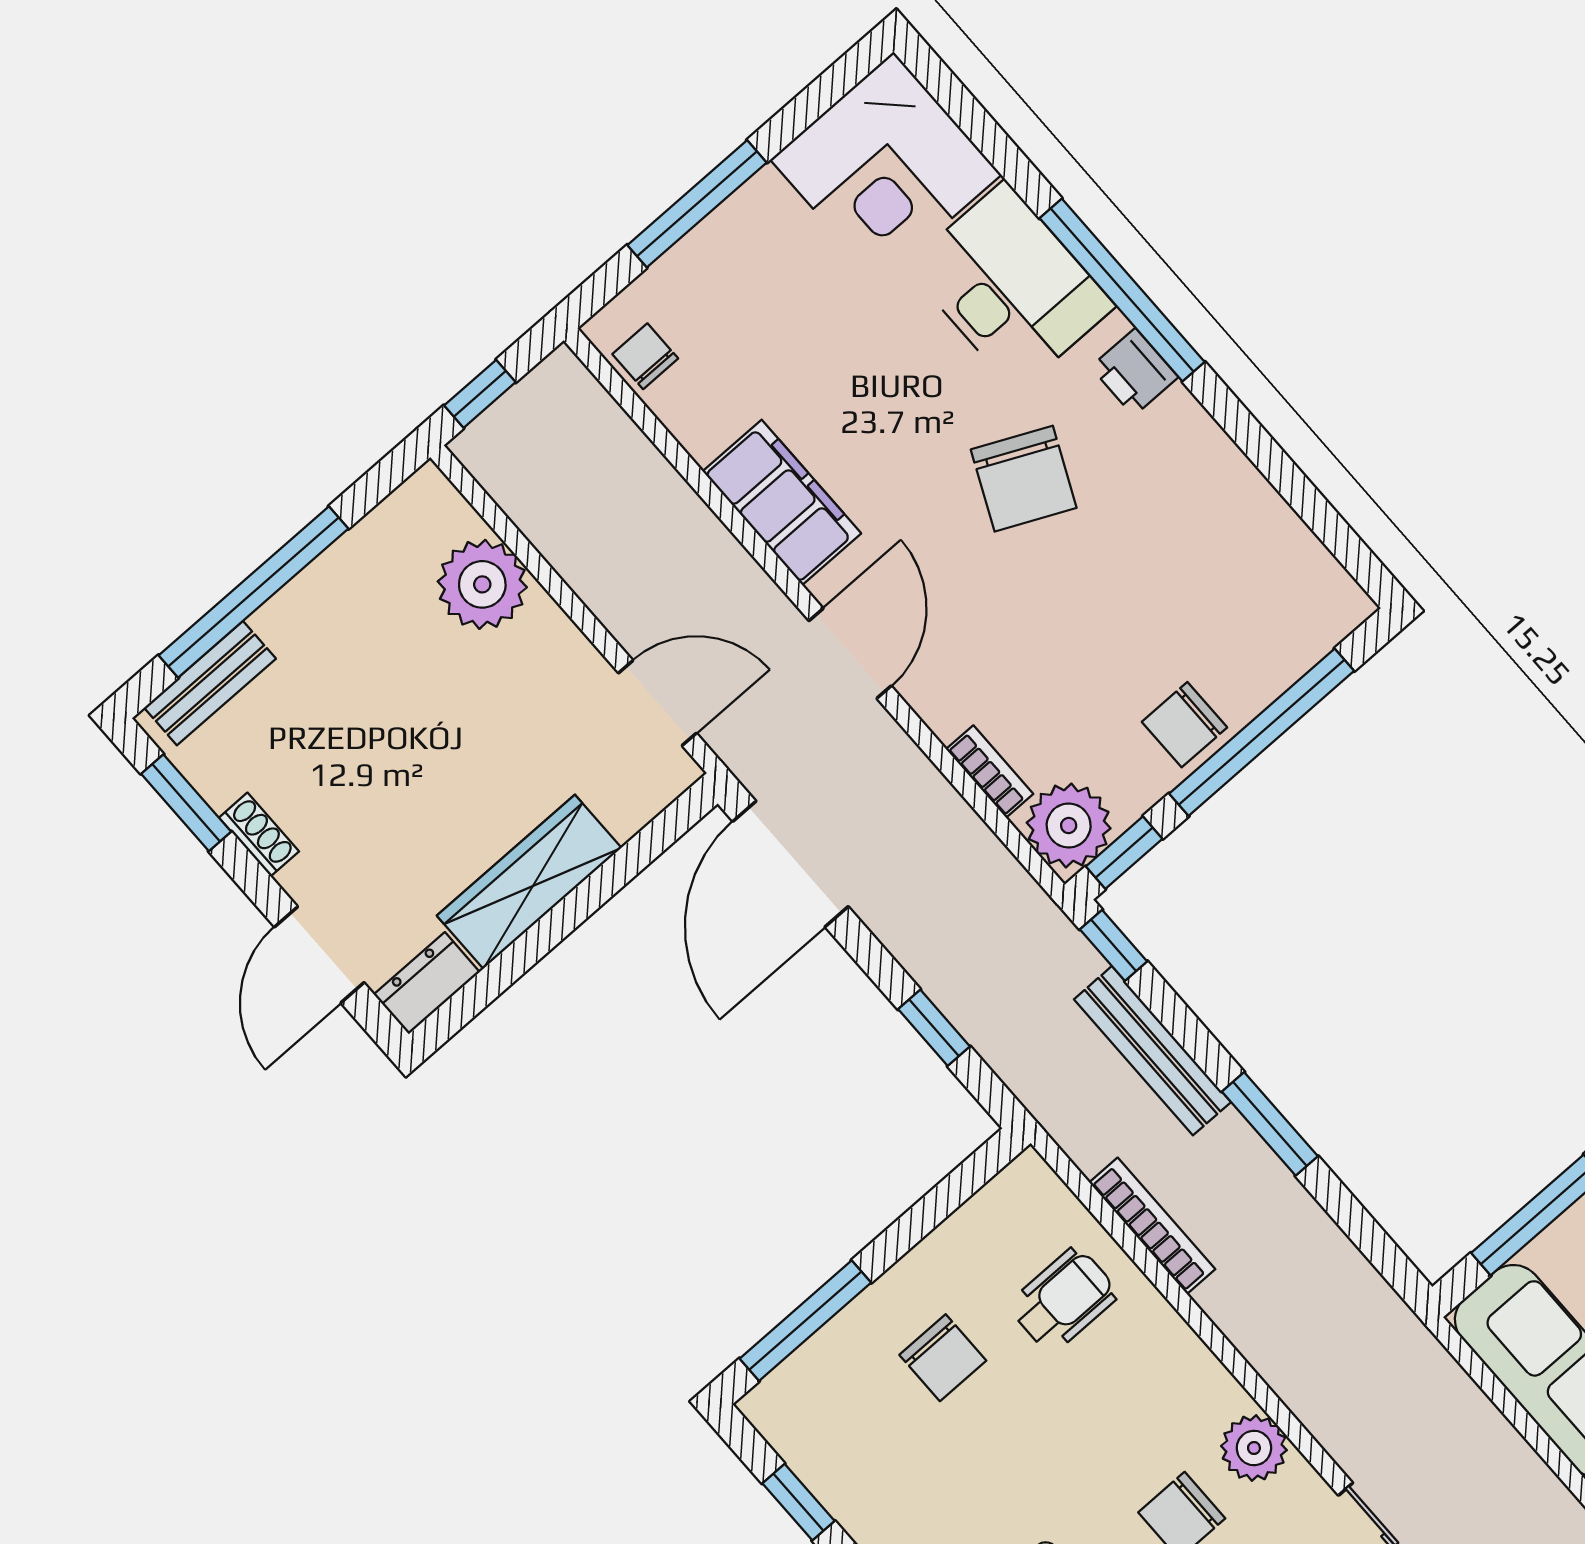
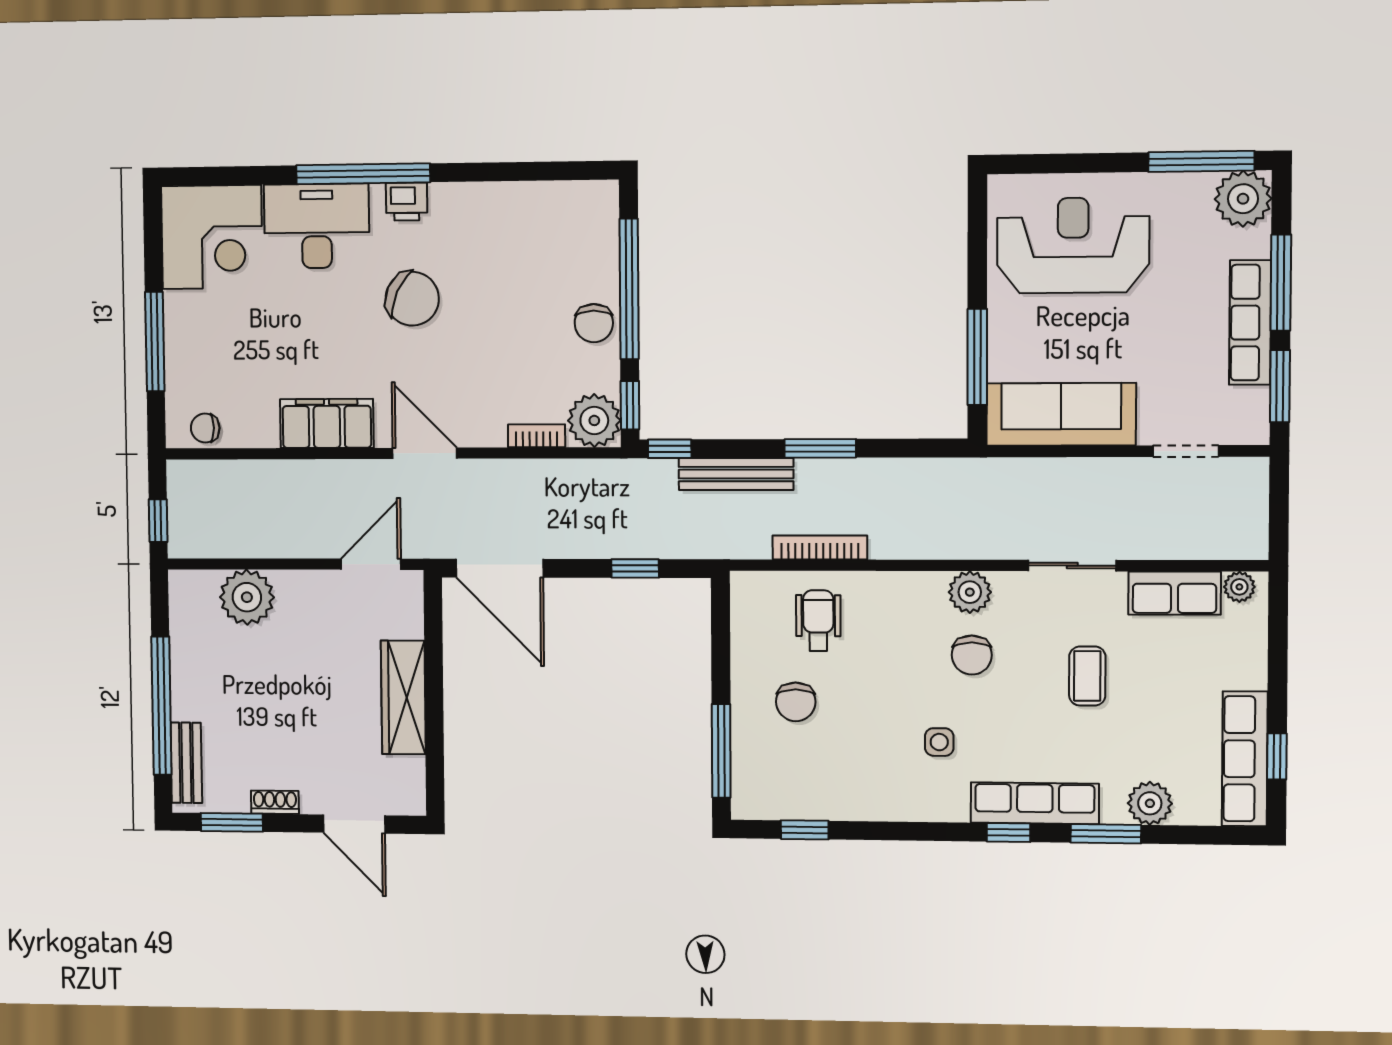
dresser: (427, 983) -> (410, 786), removed
chair: (943, 1358) -> (796, 702), turned 90

